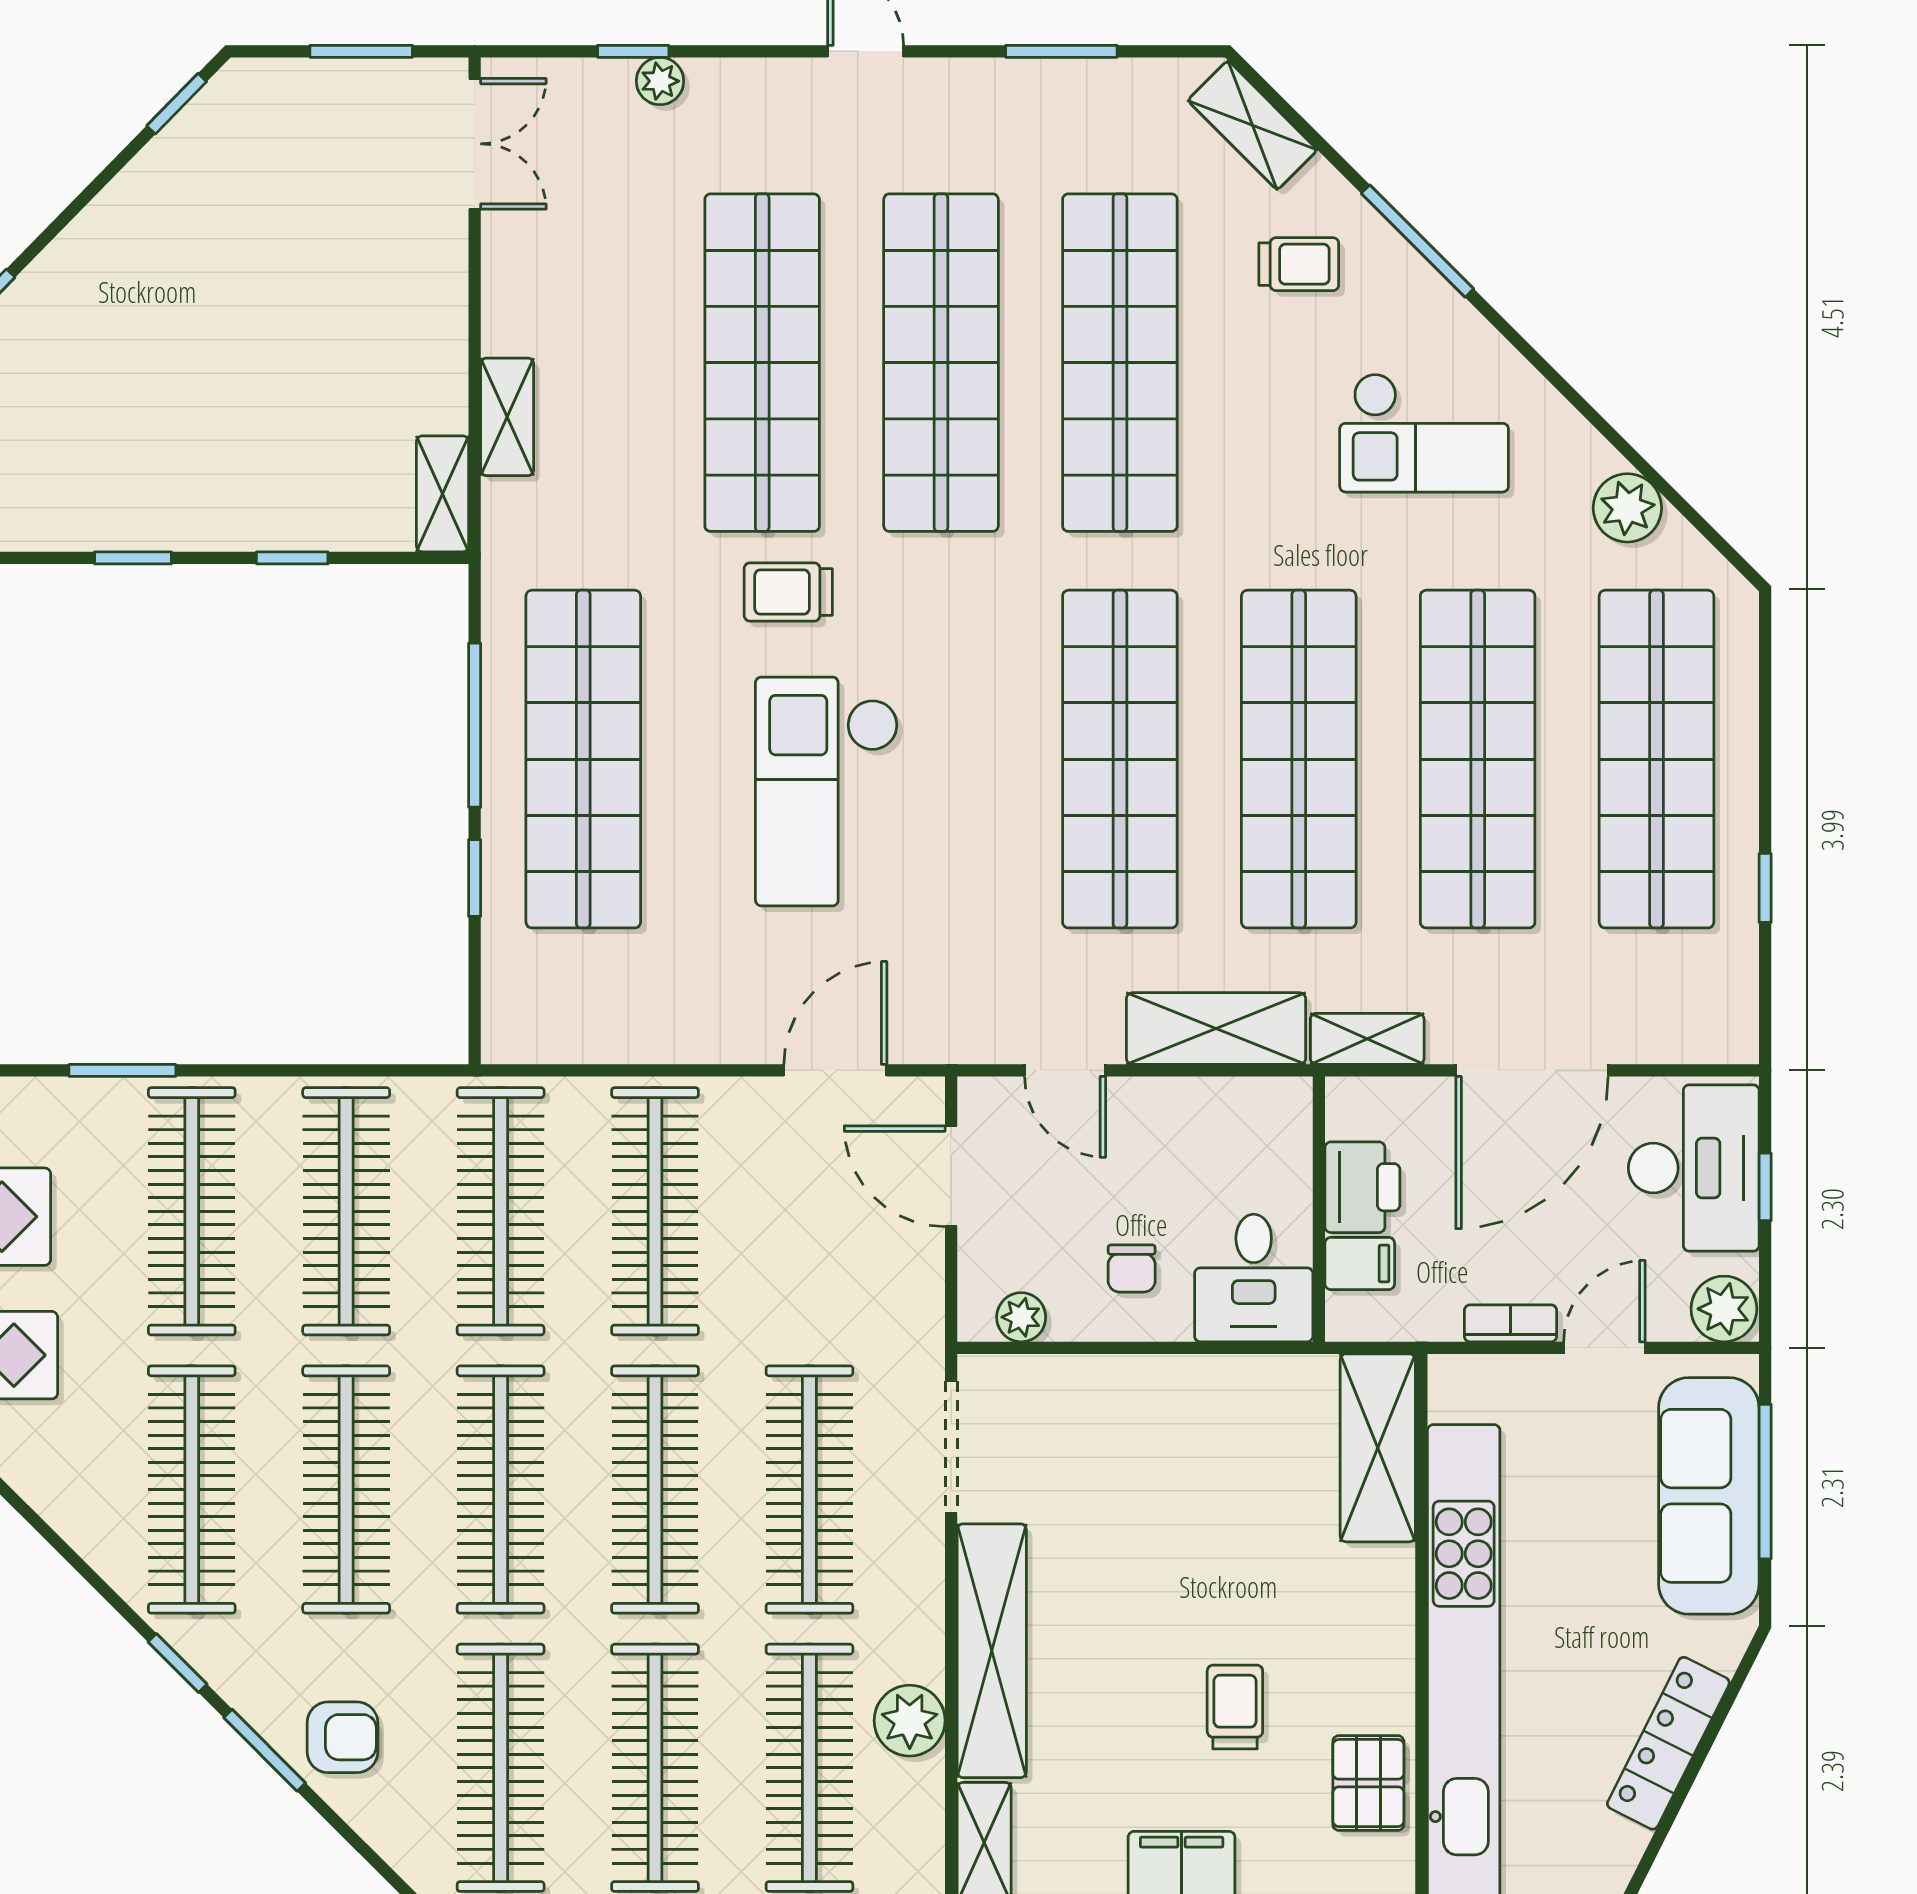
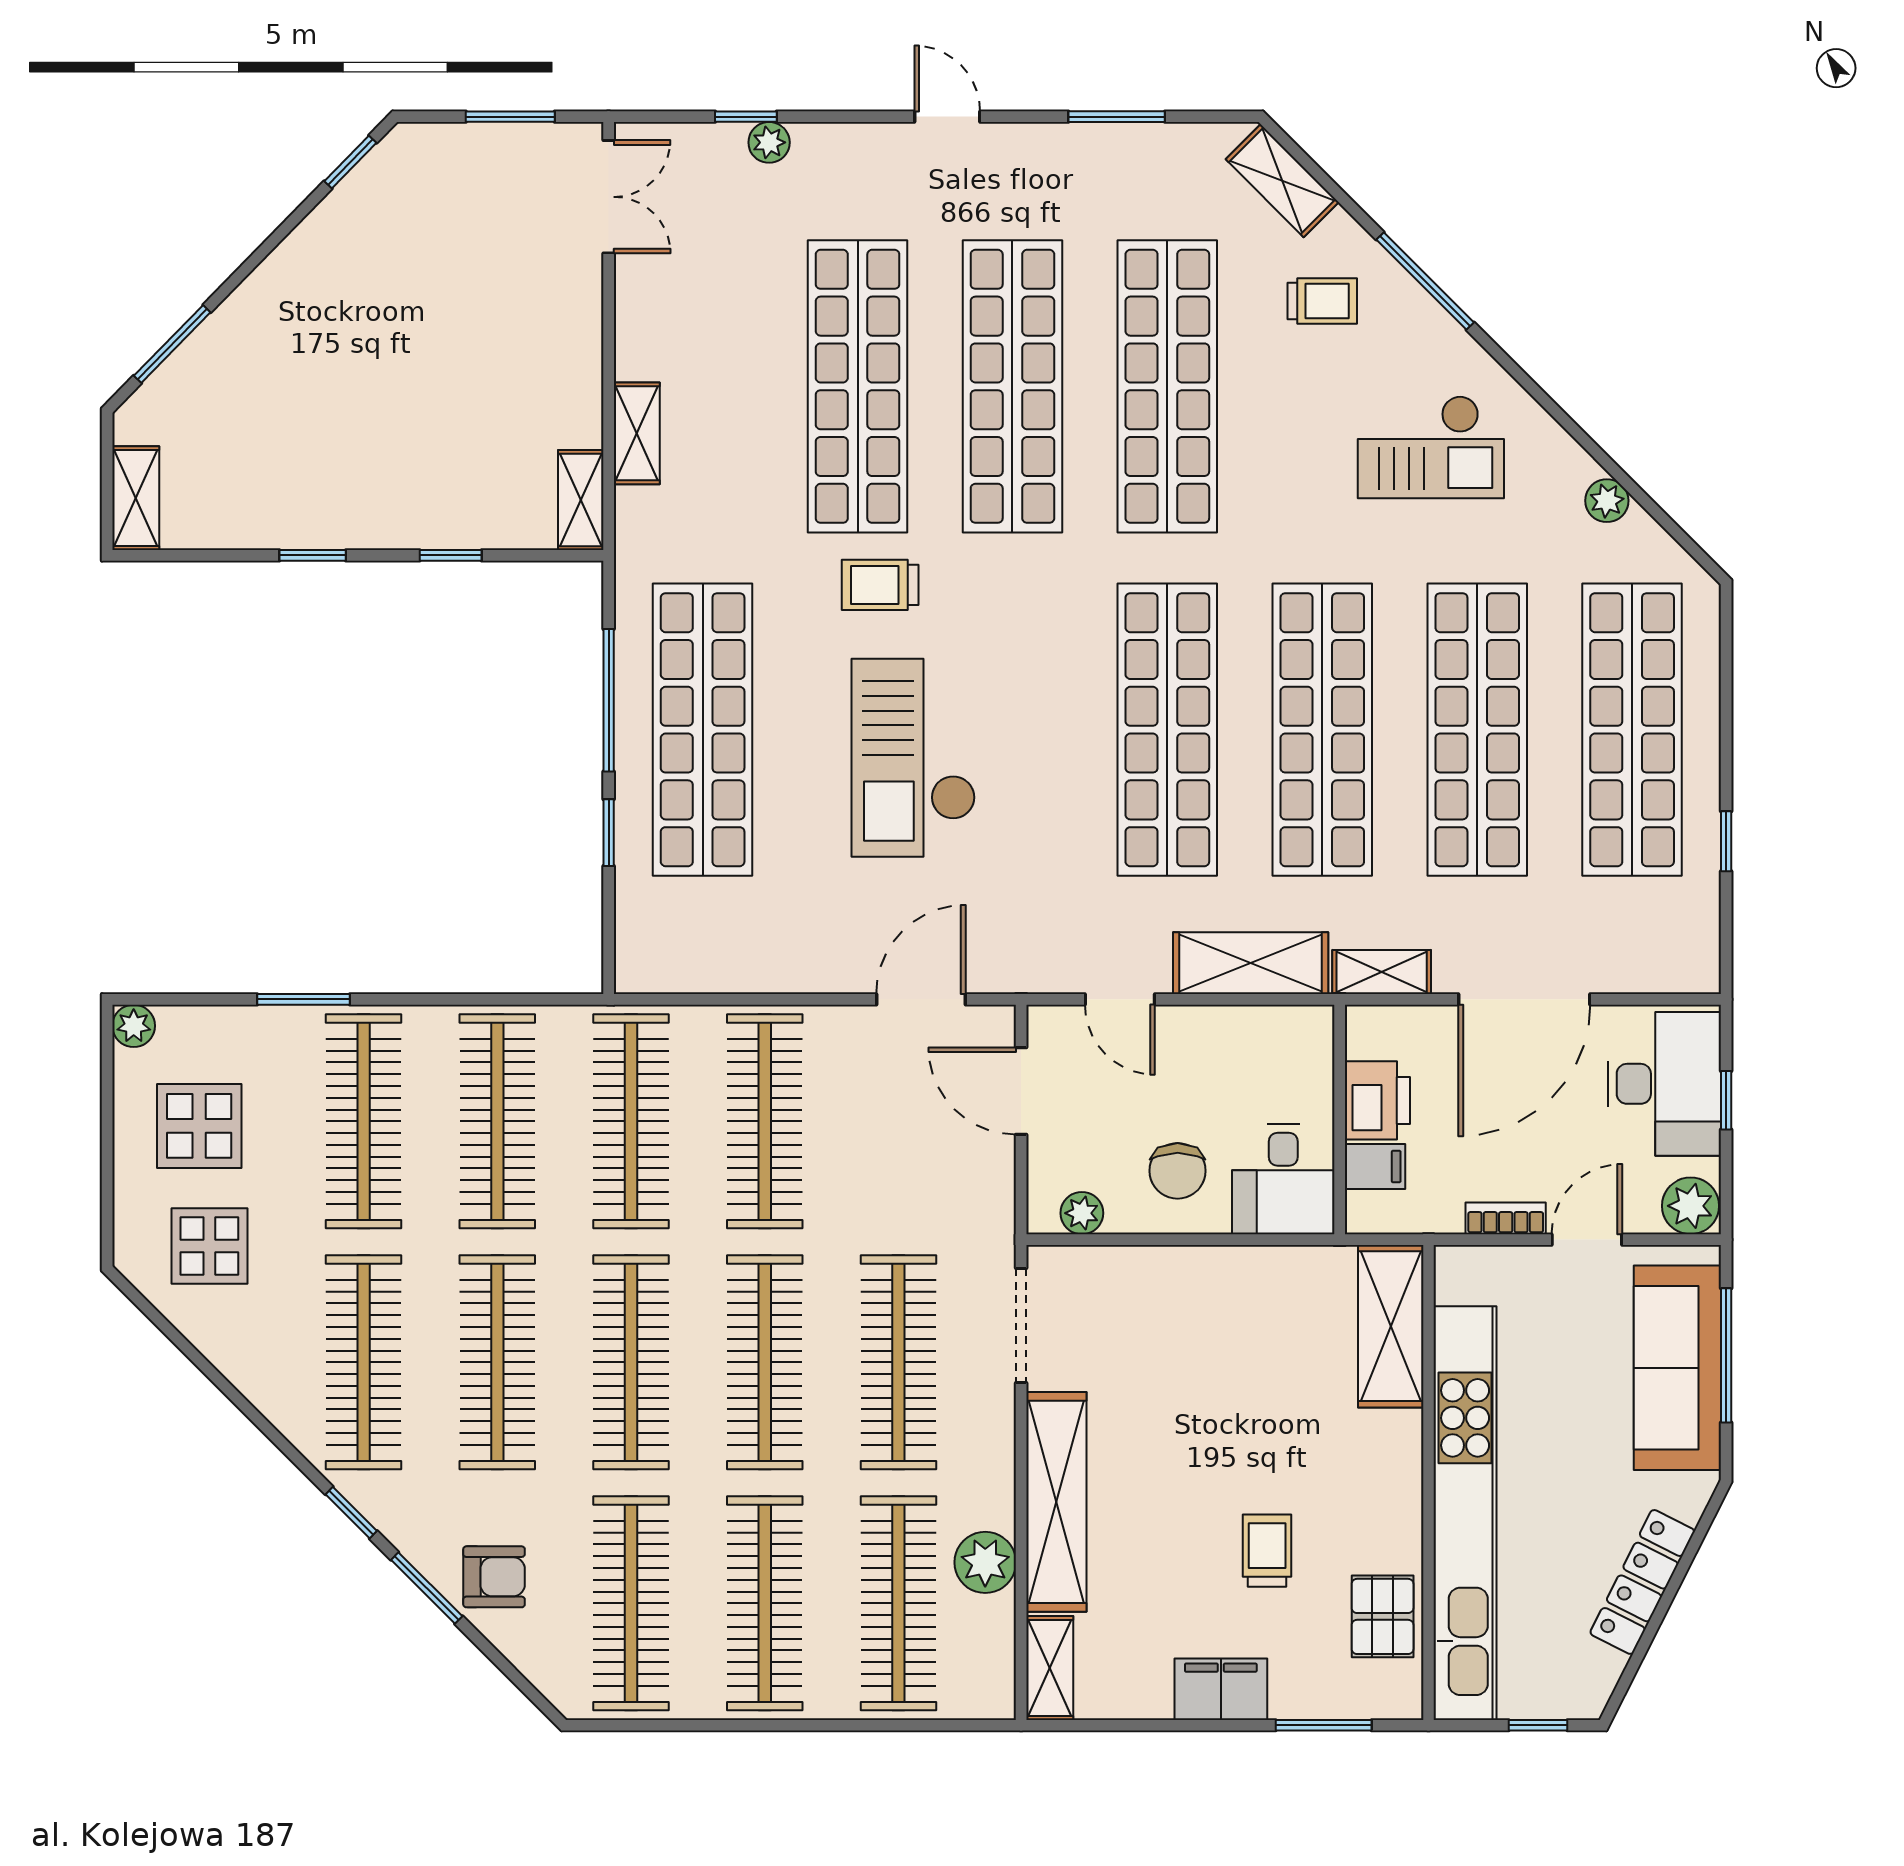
plant: (1627, 508) -> (1607, 501), width x0.73, depth x0.73
chair: (1132, 1268) -> (1178, 1171), width x1.37, depth x1.37

